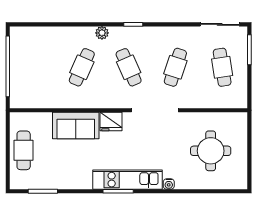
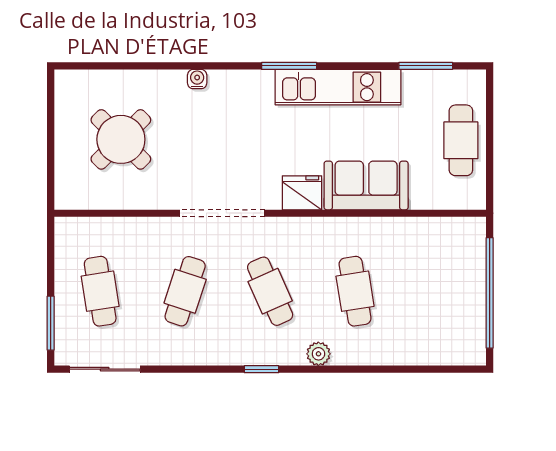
cafe table: (82, 67) -> (355, 291), turned -33
round table: (211, 151) -> (121, 139), turned 45
kitchen unit: (128, 180) -> (338, 87), moved

